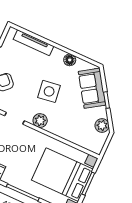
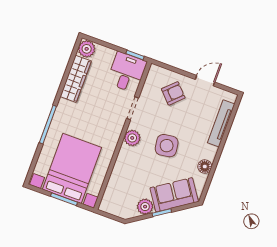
plant: (102, 125) -> (145, 207), moved

